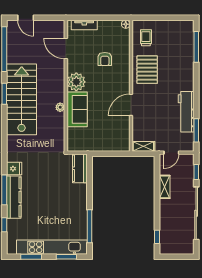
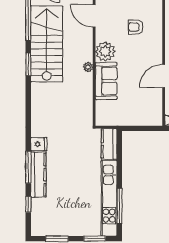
armchair: (105, 59) -> (136, 27), turned 90
stairs: (22, 99) -> (47, 44), moved
plant: (60, 107) -> (88, 67), moved
kitchen unit: (52, 247) -> (109, 198), moved, turned -90

